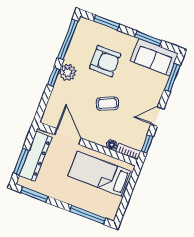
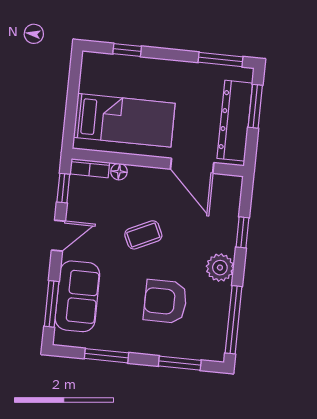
sofa: (154, 57) -> (77, 296), moved, turned 90
window: (54, 77) -> (242, 232), moved
window: (88, 215) -> (127, 50), width x0.46

